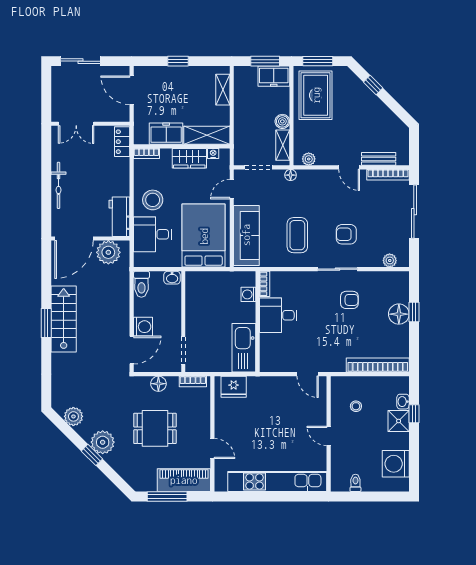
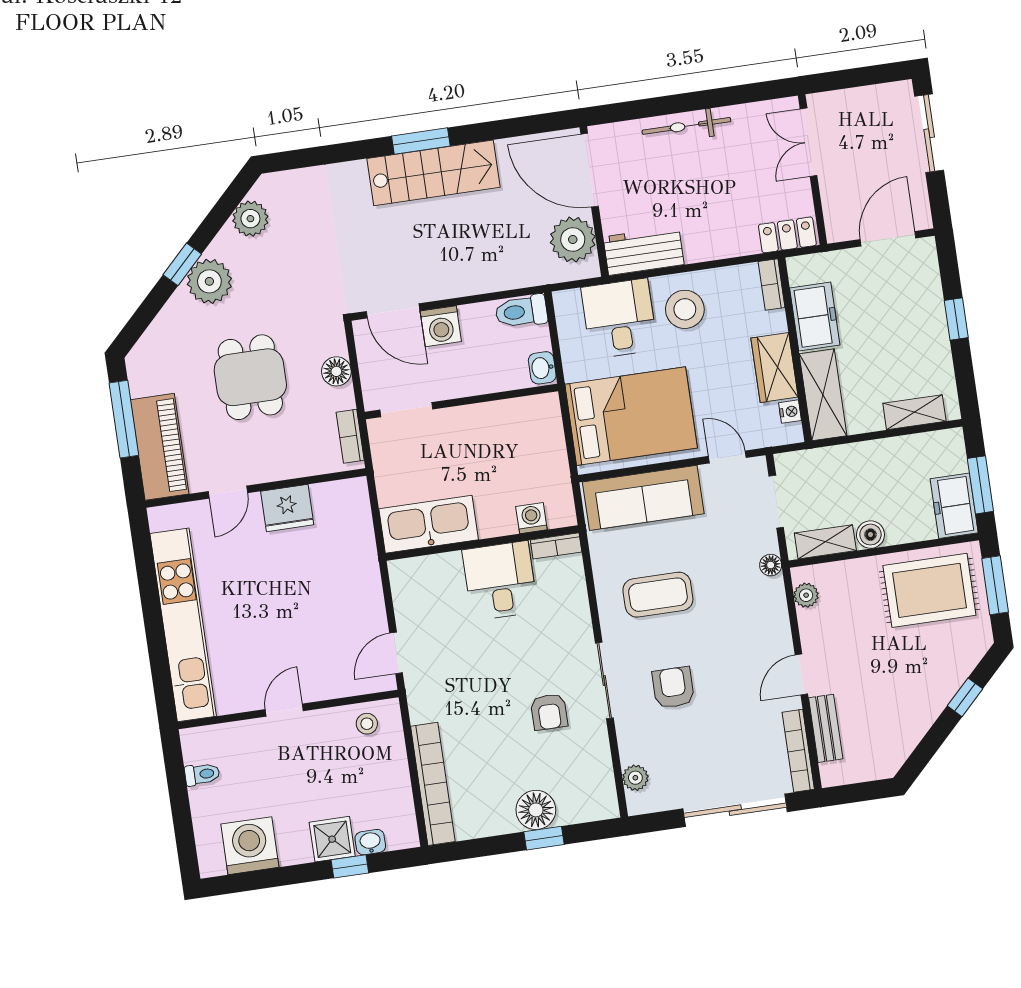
fridge: (234, 387) -> (287, 508), moved, turned -90
stool: (356, 406) -> (367, 724), moved

